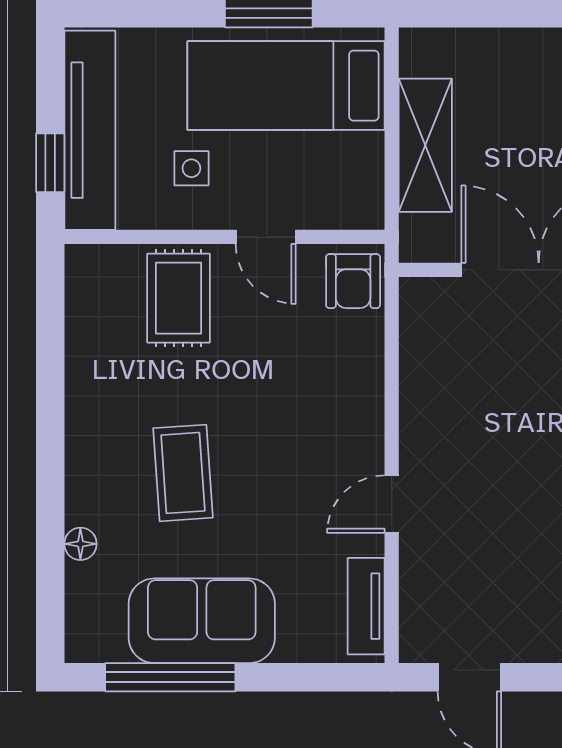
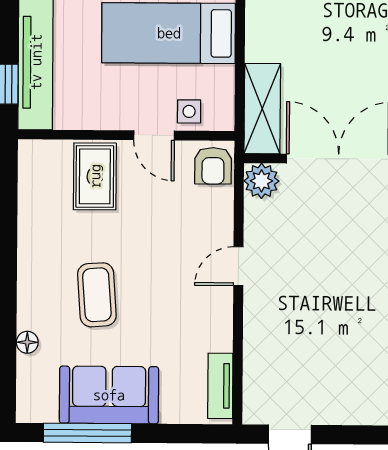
shelving: (425, 145) -> (262, 109), moved
side table: (191, 168) -> (189, 111), moved
plant: (425, 303) -> (261, 181), added
door: (392, 504) -> (238, 266), moved

